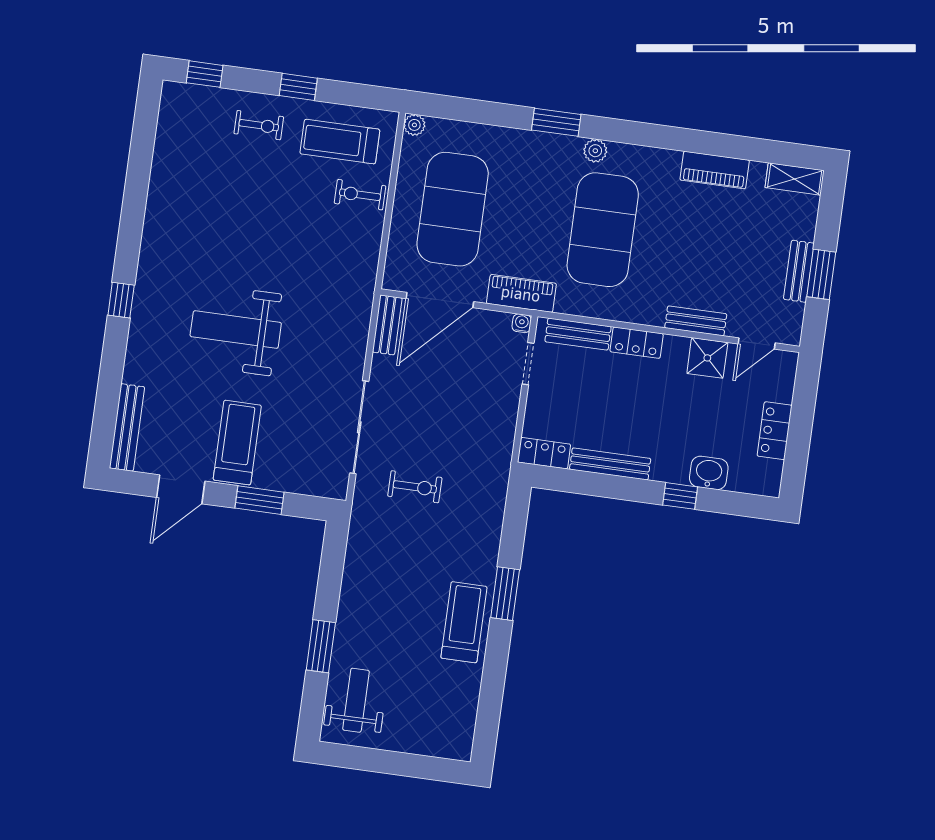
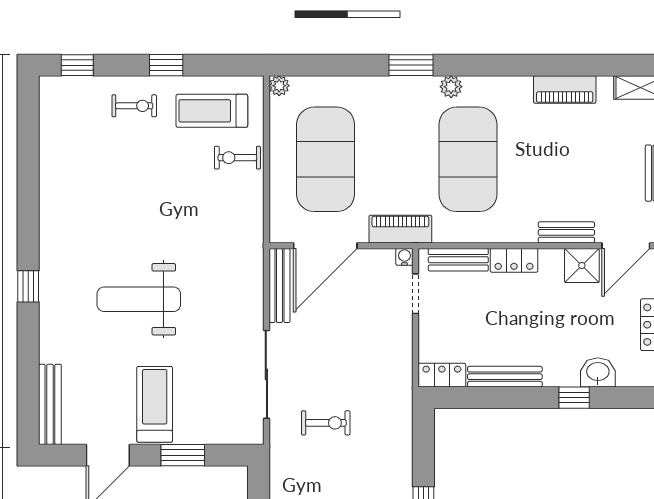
bench: (387, 325) -> (279, 286), width x1.36
door: (757, 343) -> (626, 246), width x1.37

